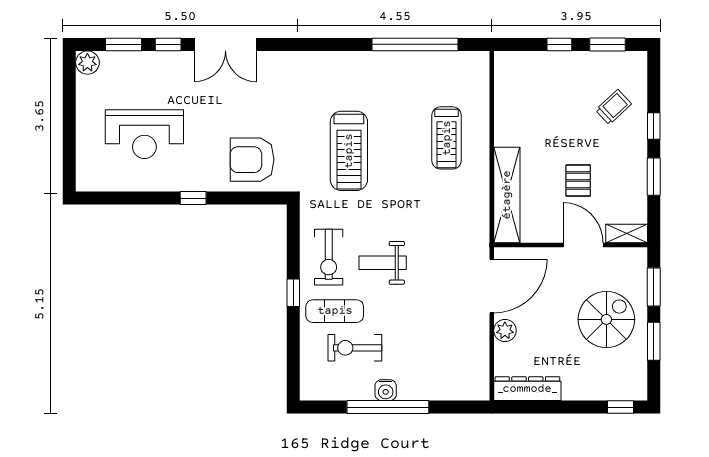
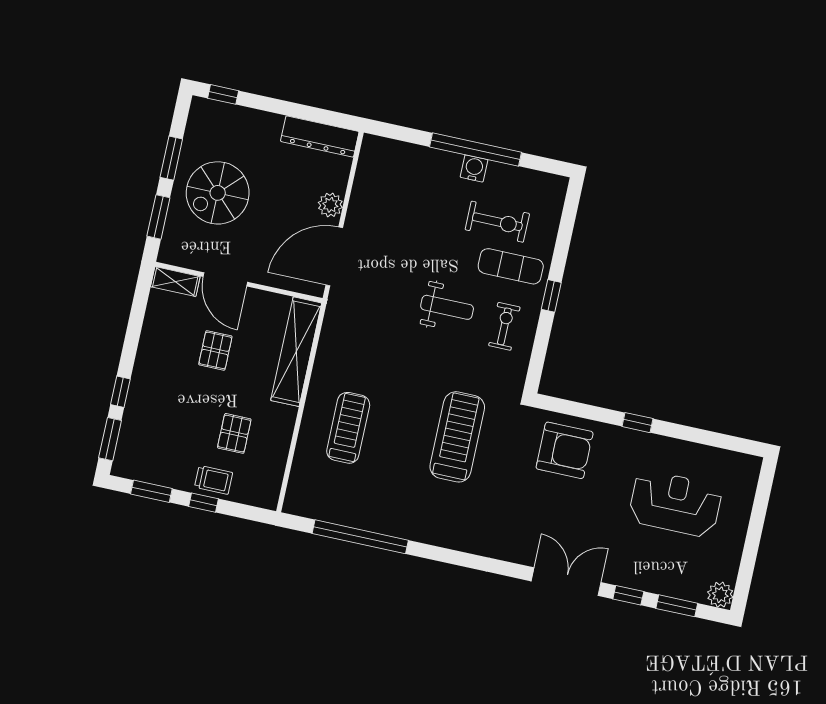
trolley: (613, 107) -> (214, 480), moved, turned -137
pallet: (546, 111) -> (234, 433), added
window: (654, 177) -> (110, 439), moved
exercise bike: (329, 257) -> (504, 326), width x0.73, depth x0.72

